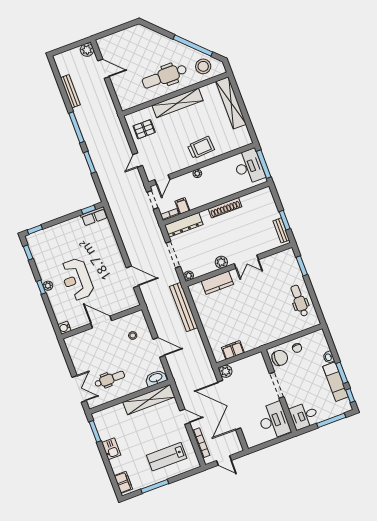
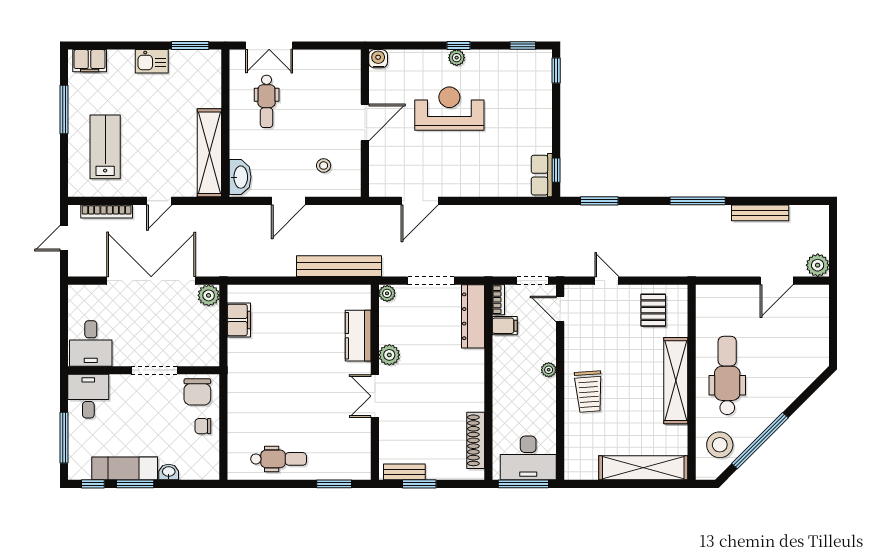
window: (90, 162) -> (599, 201), moved
shoe rack: (225, 208) -> (476, 440), moved
desk: (274, 421) -> (91, 343), width x0.73

